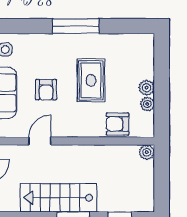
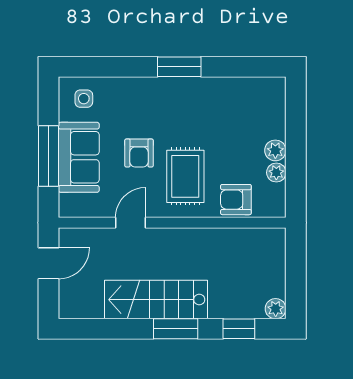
window: (76, 26) -> (179, 67), width x0.69
rug: (91, 80) -> (185, 176), moved
plant: (147, 152) -> (276, 309), moved

